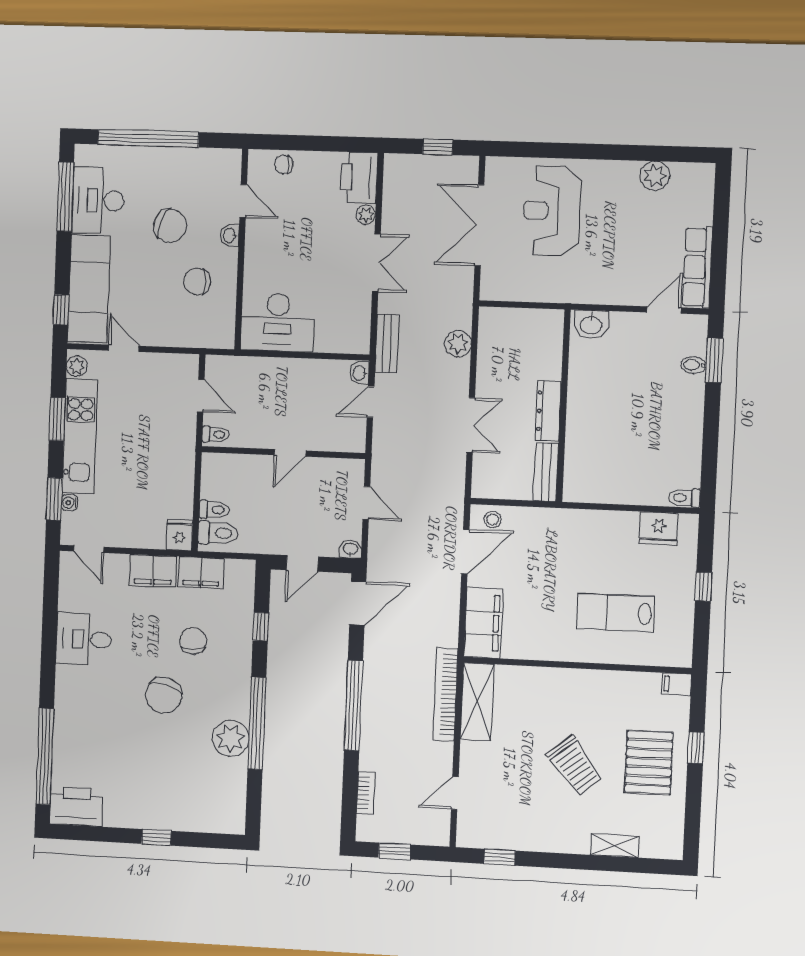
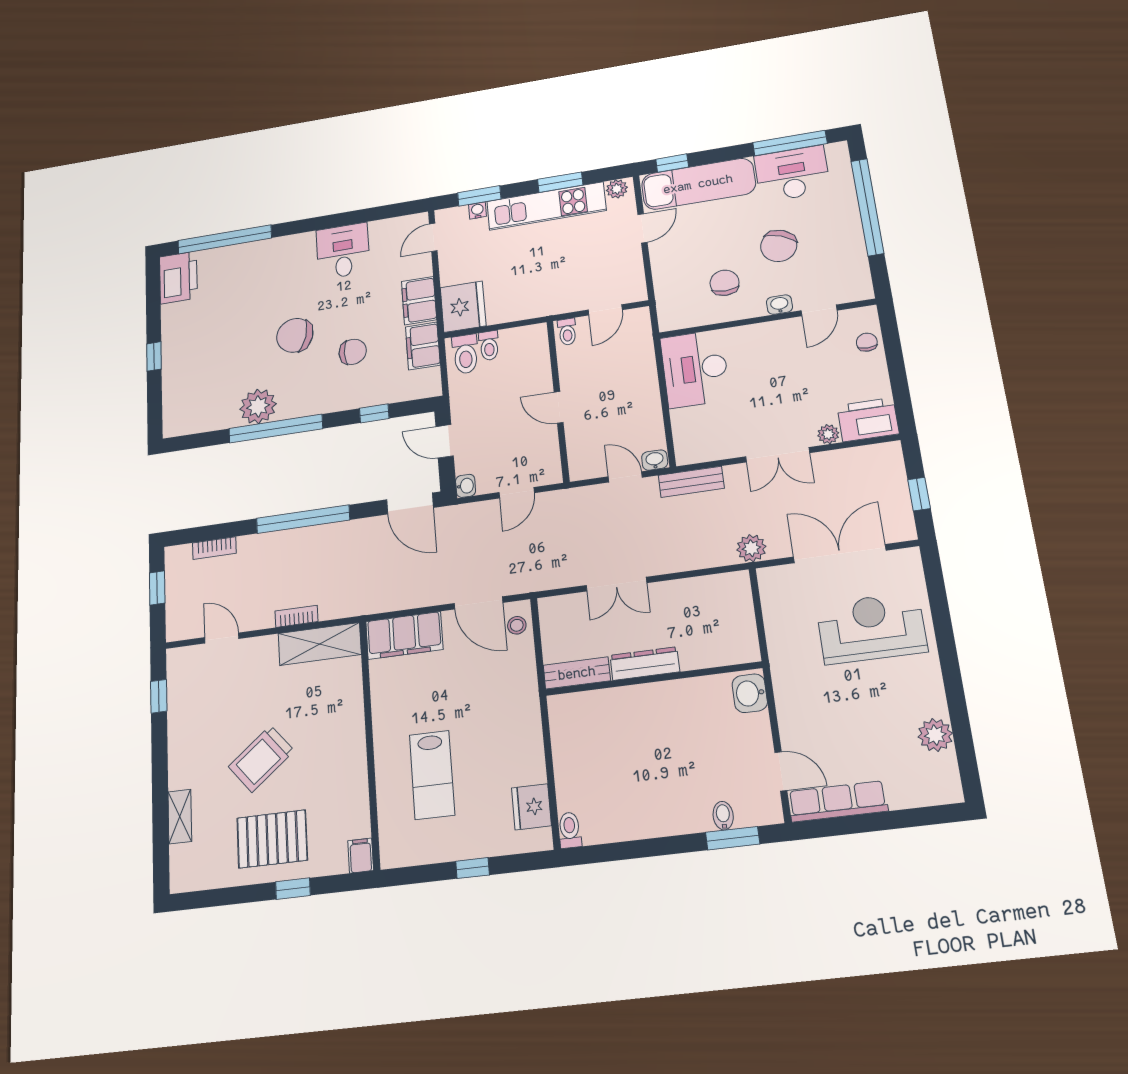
plant: (458, 344) -> (751, 548), moved
fridge: (180, 535) -> (463, 307), width x1.88, depth x1.34
lab bench: (616, 612) -> (432, 775), turned 180
bookcase: (445, 694) -> (297, 616), width x0.43, depth x0.76

